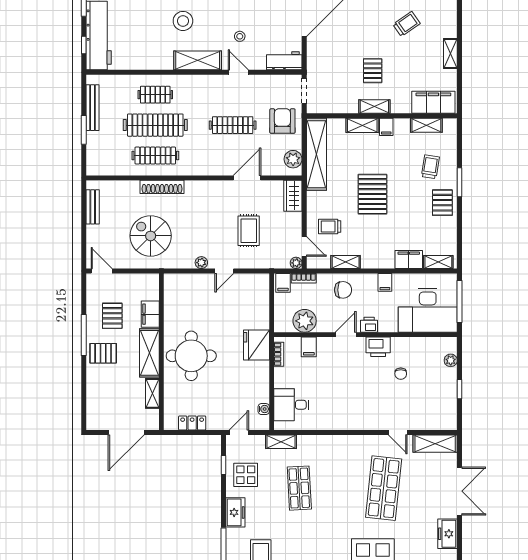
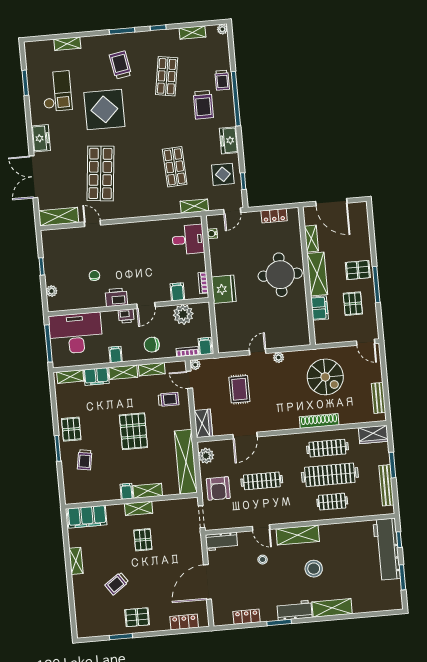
shelving: (426, 125) -> (123, 372), moved
wardrobe: (102, 166) -> (373, 434), added
door: (126, 432) -> (331, 202), swing flipped

